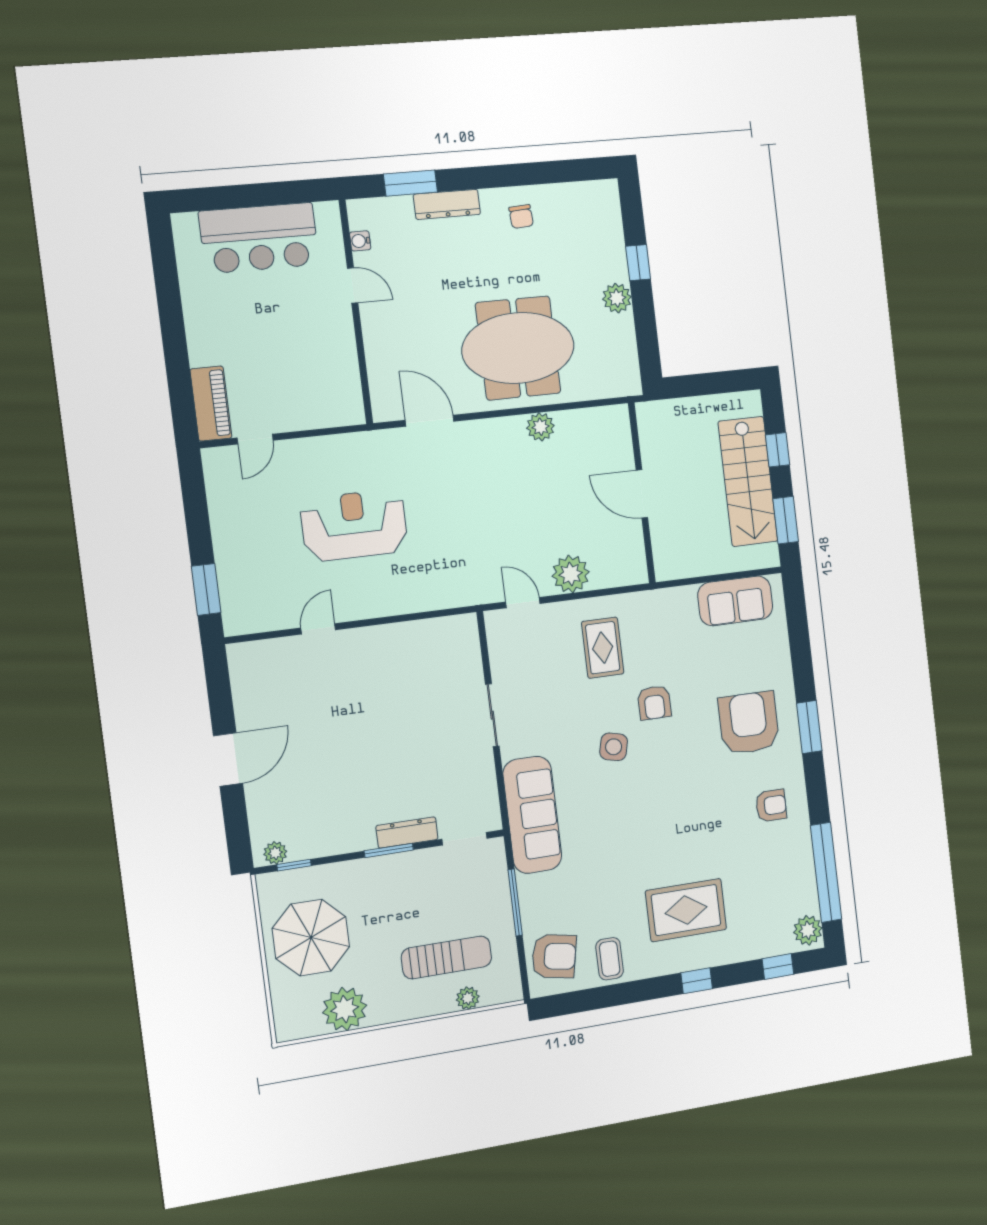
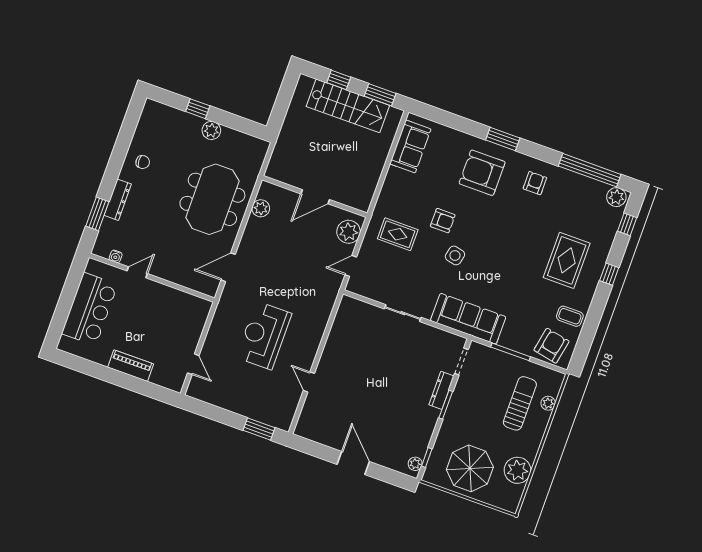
piano: (211, 404) -> (131, 366), moved
wall: (642, 493) -> (315, 196), moved
door: (642, 494) -> (315, 197), moved

